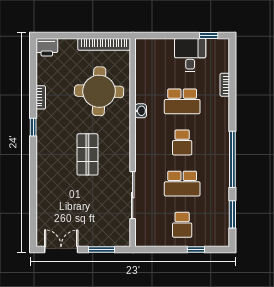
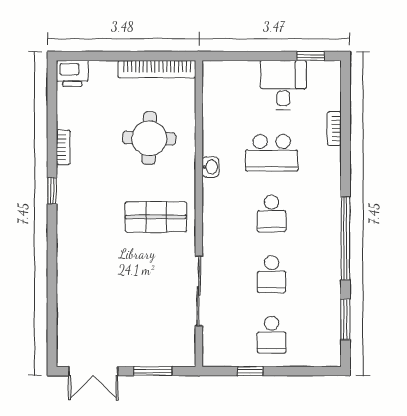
round table: (99, 91) -> (149, 138), width x0.73, depth x0.73
shop shelf: (87, 154) -> (156, 217), moved, turned 90
school desk: (182, 184) -> (272, 274), width x0.54
double door: (61, 249) -> (93, 371), swing flipped
window: (196, 249) -> (250, 371), moved

